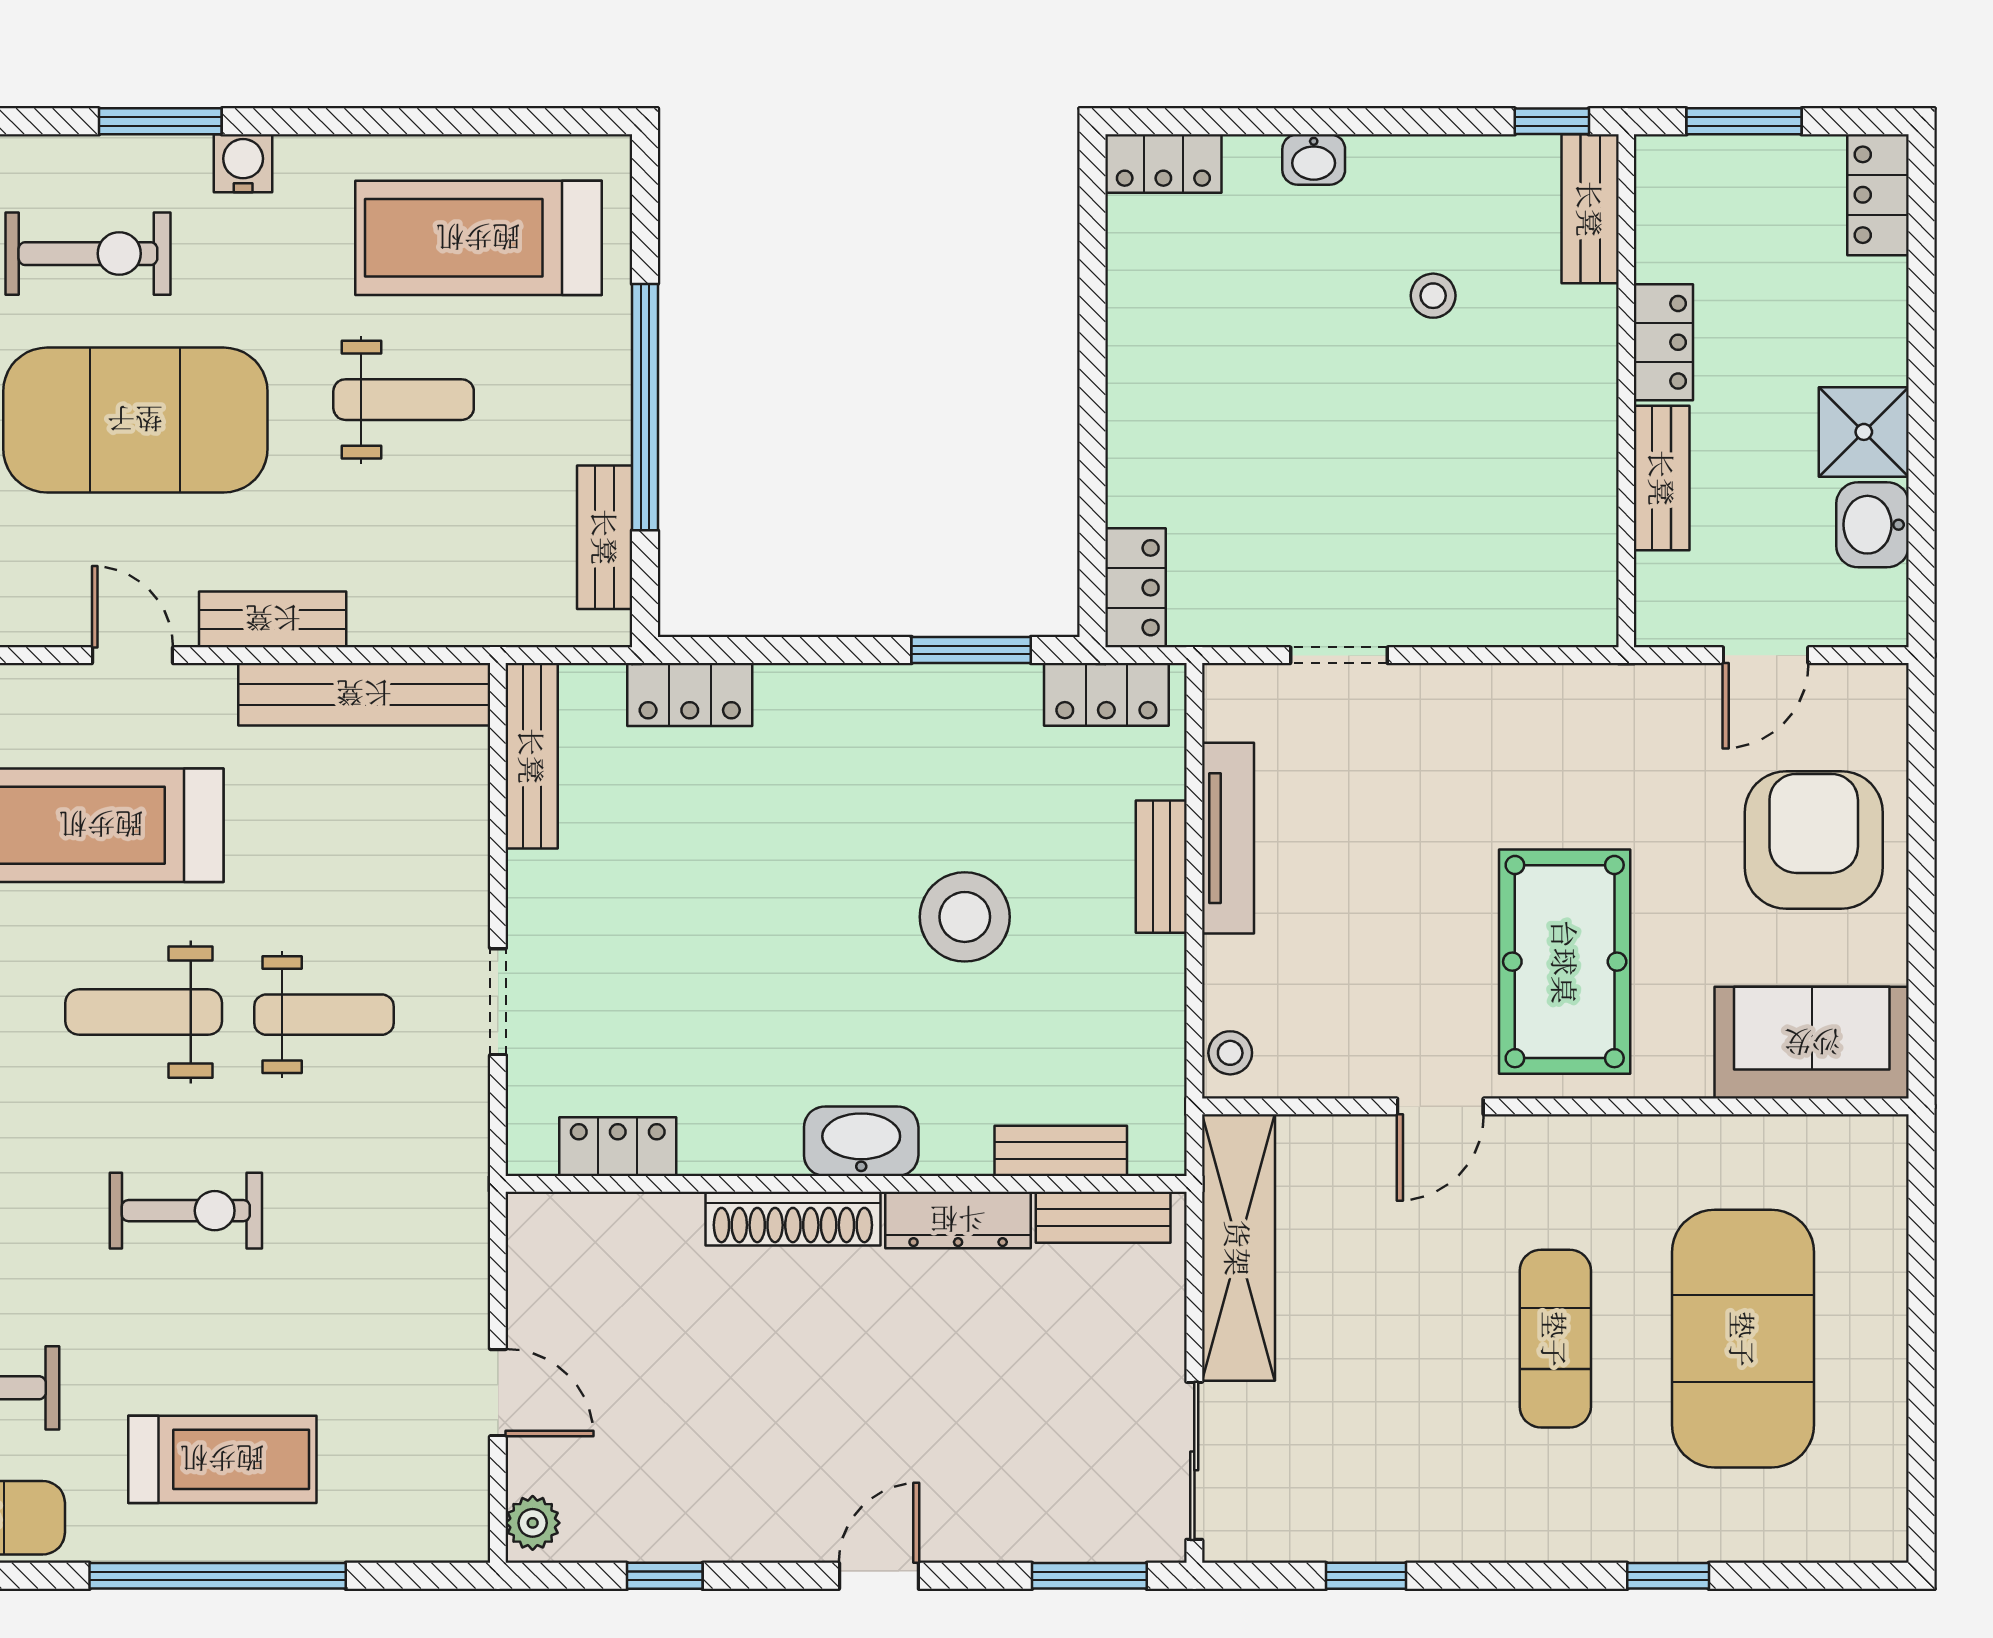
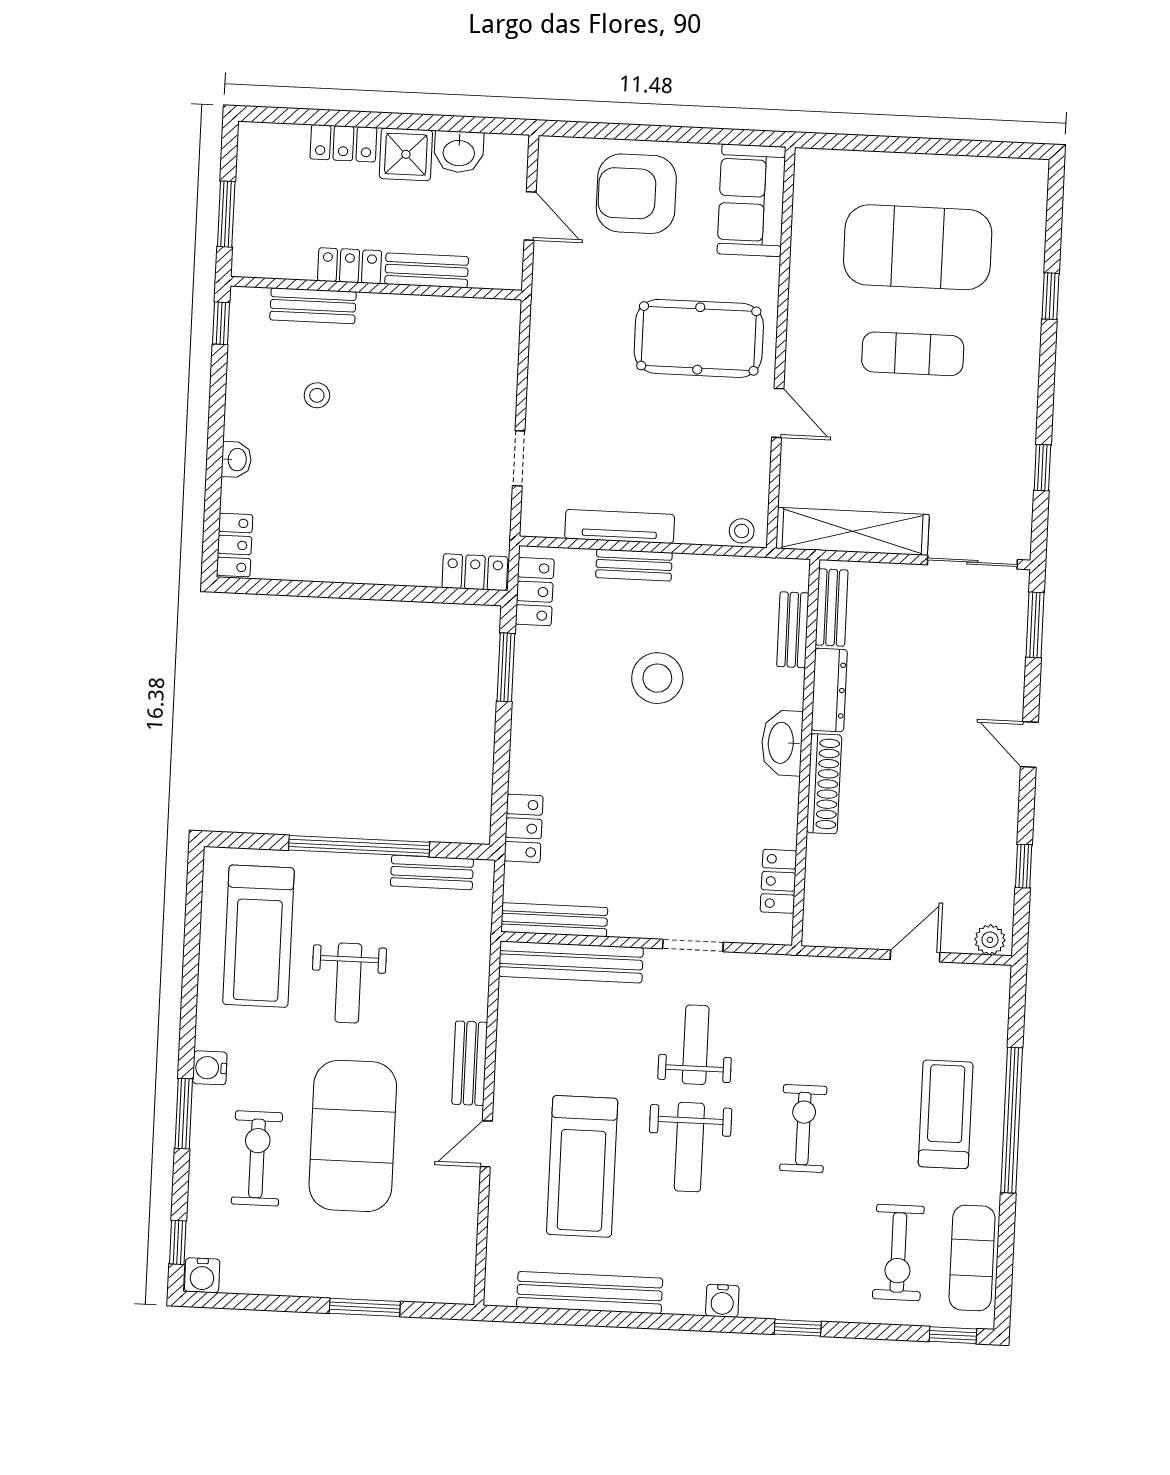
locker: (1878, 195) -> (343, 143), moved
bench: (1590, 209) -> (313, 306), moved
weight bench: (404, 400) -> (348, 983), turned 180
bench: (364, 694) -> (571, 962), moved, turned 90

